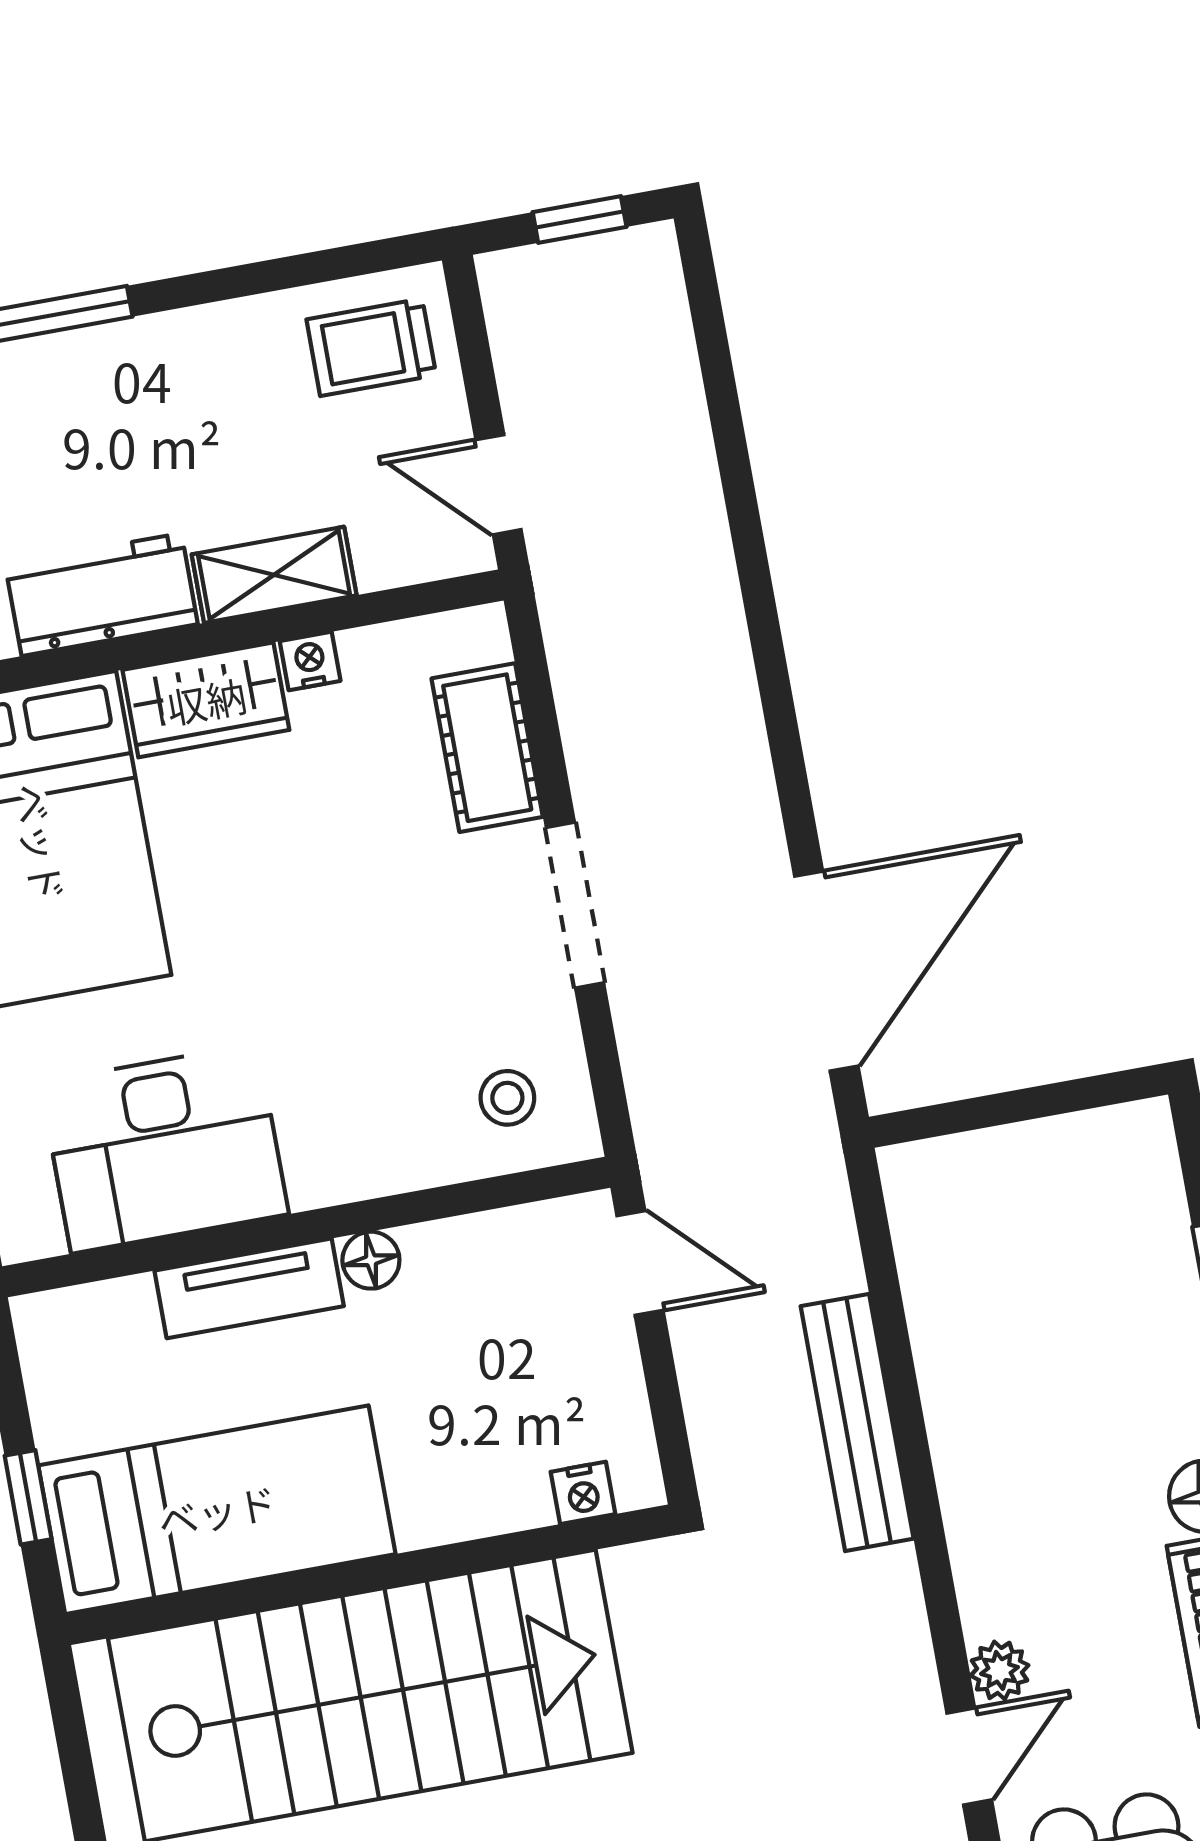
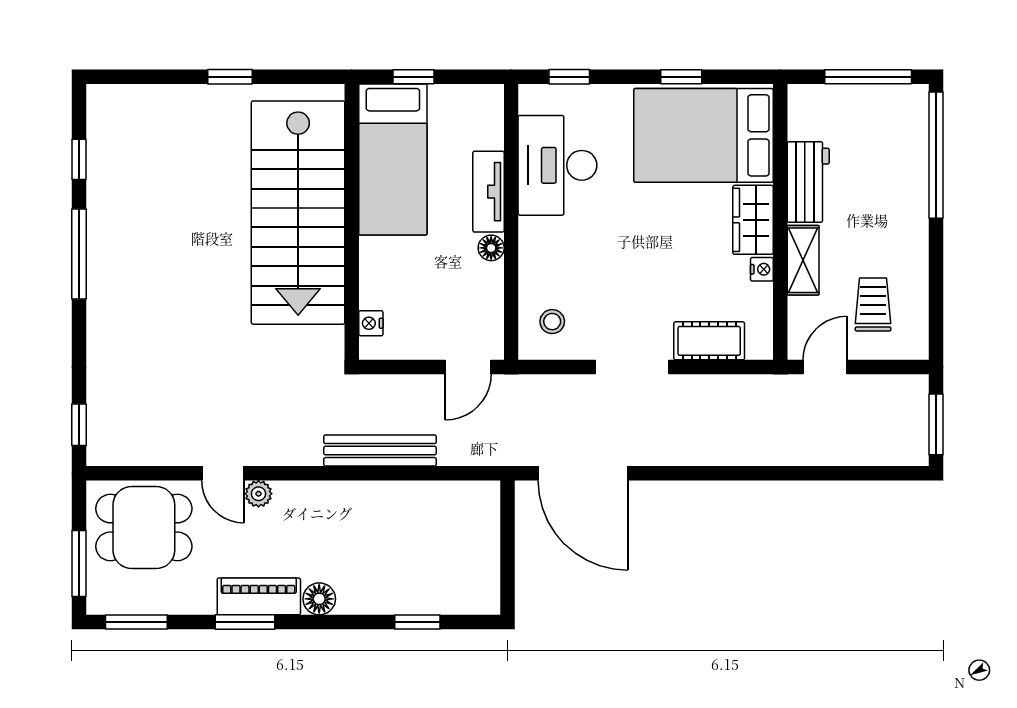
window: (580, 220) -> (936, 424), width x1.50
trolley: (371, 347) -> (873, 304), moved

